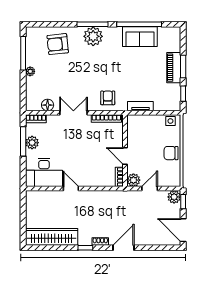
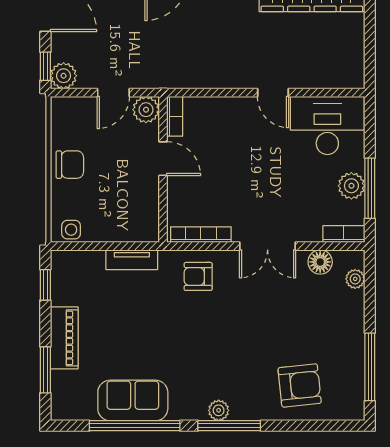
plant: (93, 36) -> (219, 410), width x0.53, depth x0.53
window: (183, 66) -> (45, 370), moved
plant: (30, 71) -> (355, 279), moved
armchair: (108, 98) -> (198, 276), turned 90

